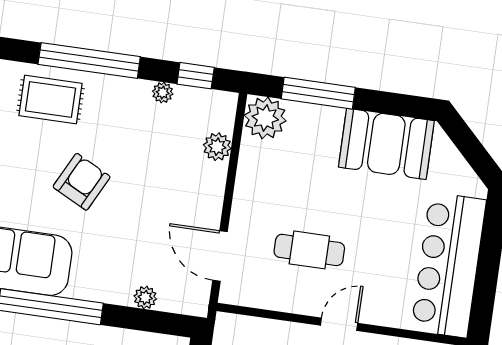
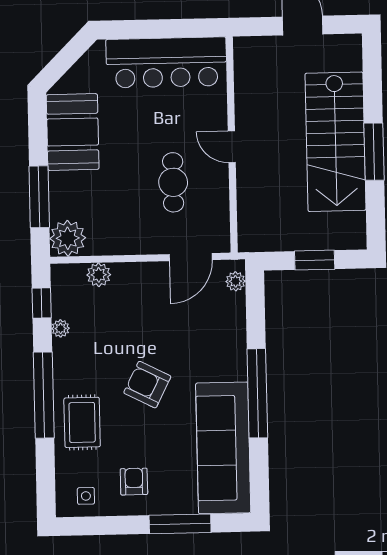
plant: (145, 297) -> (236, 281), moved

